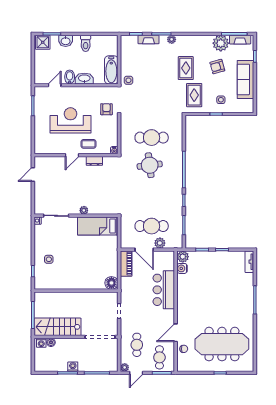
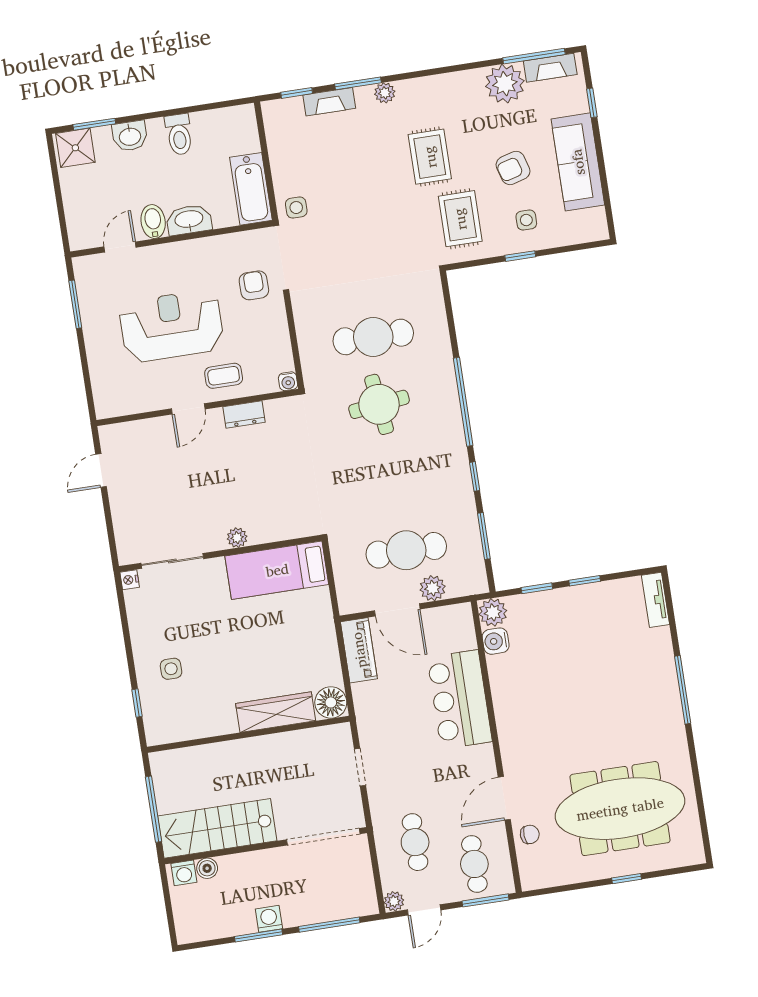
armchair: (217, 67) -> (513, 168), moved
wardrobe: (88, 283) -> (276, 712), added

